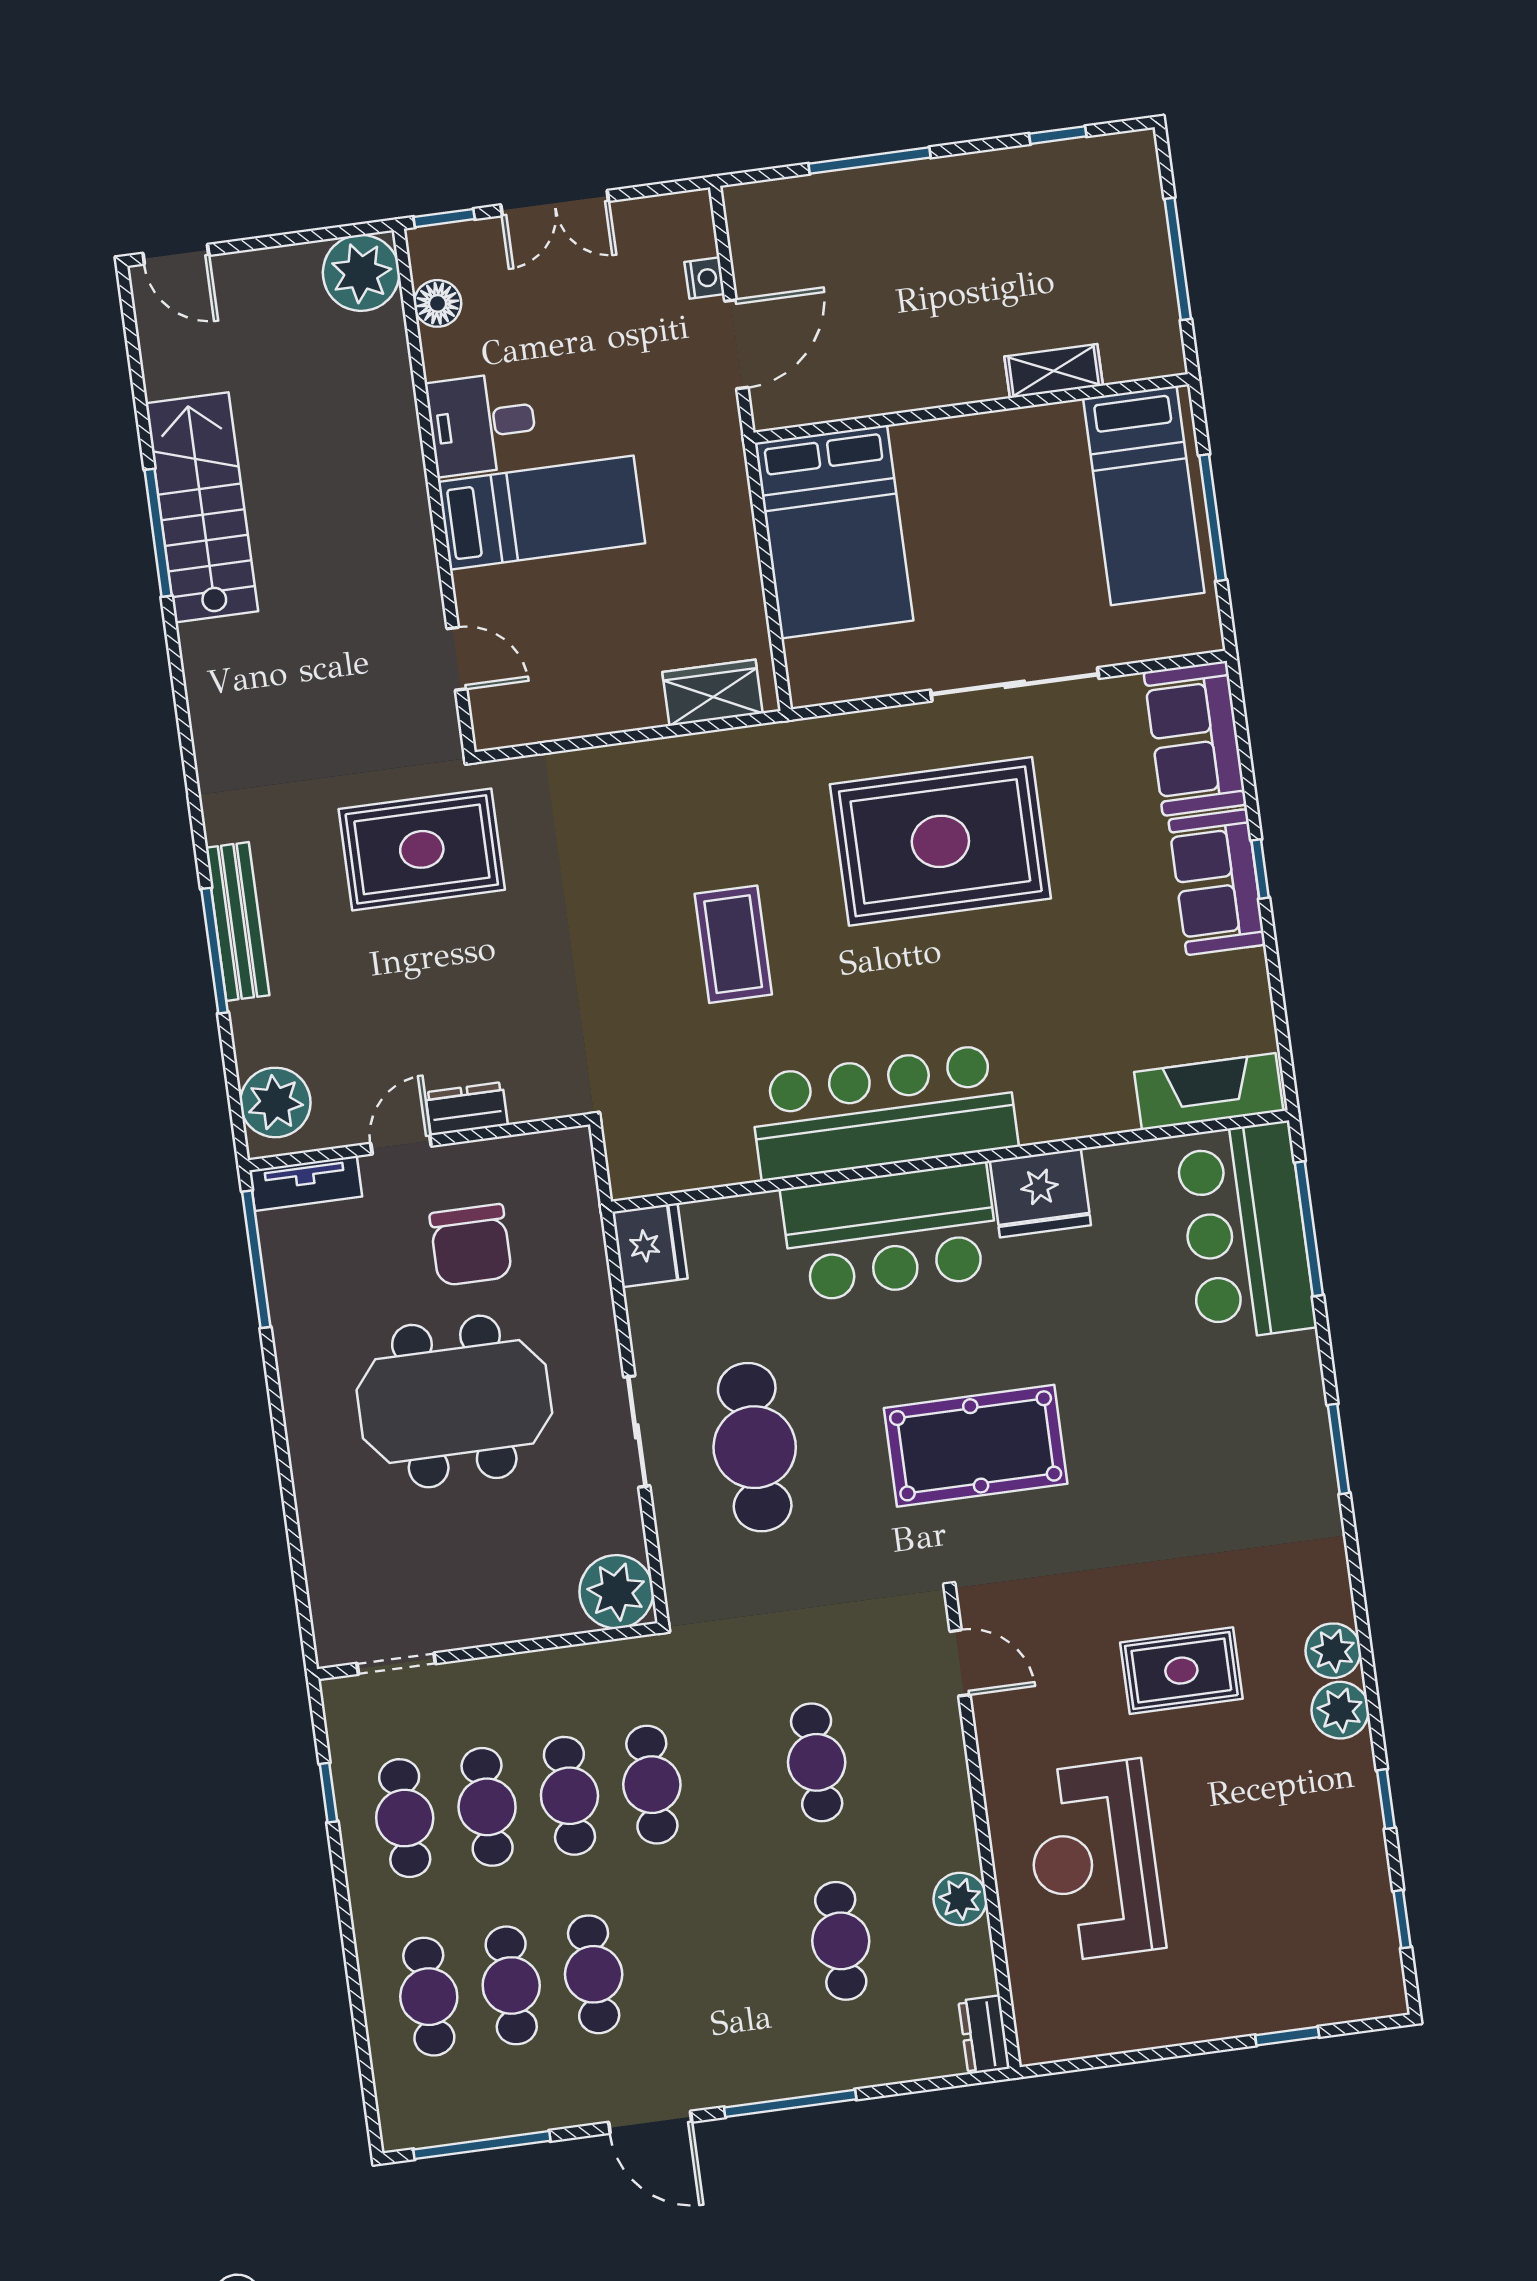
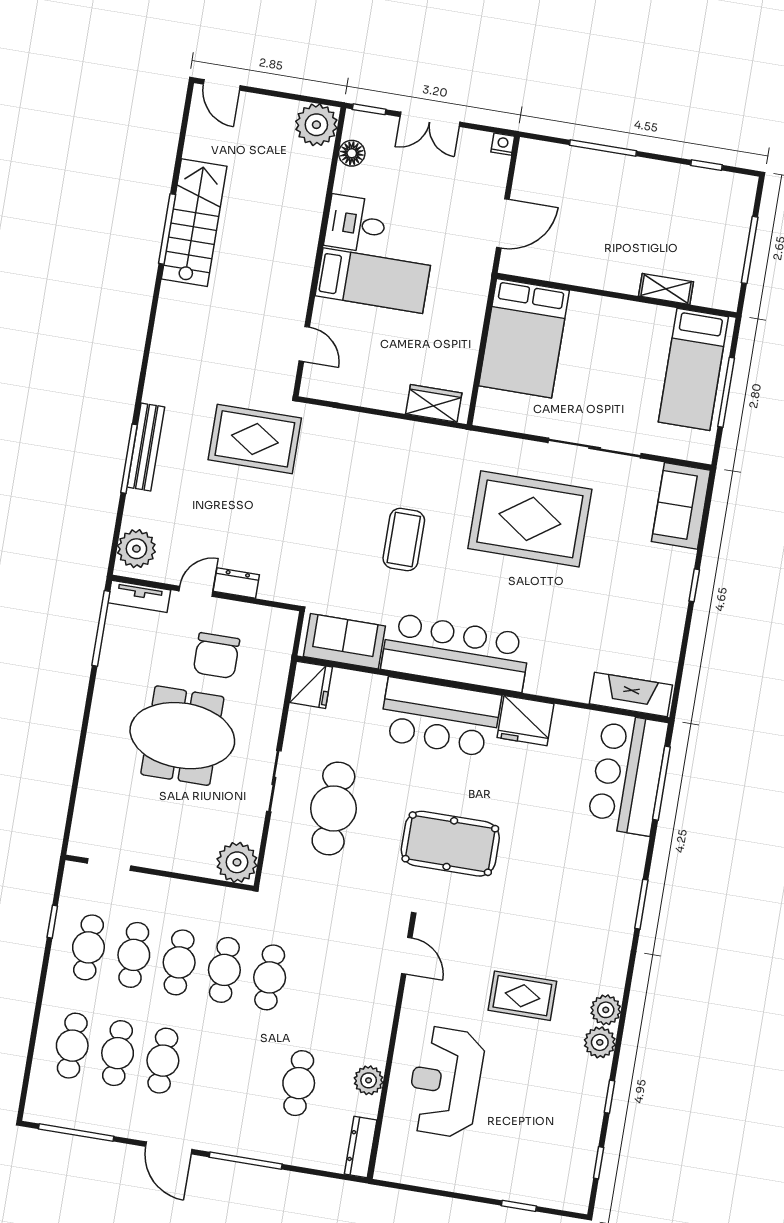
nightstand: (705, 278) -> (503, 144), moved, turned -90
sofa: (1217, 882) -> (344, 641), moved, turned 90
cafe table: (817, 1762) -> (270, 977), moved
dresser: (984, 2035) -> (361, 1147), width x1.44

